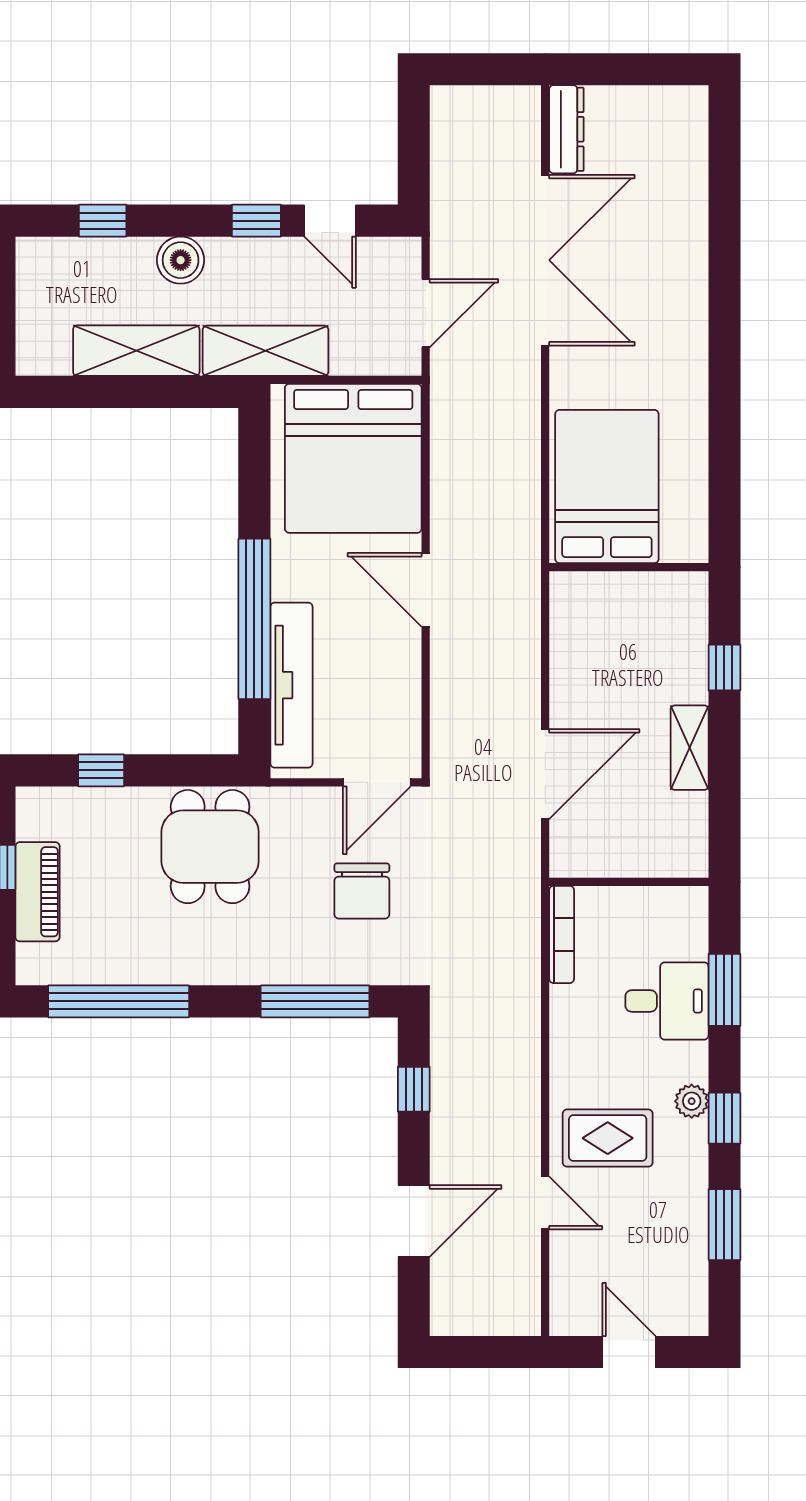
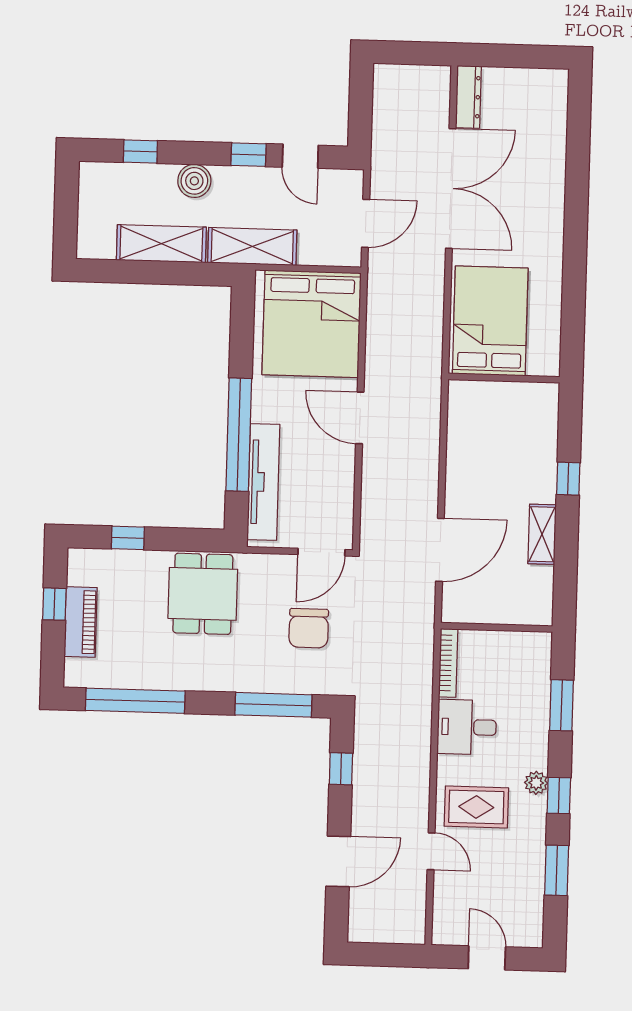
bed: (607, 487) -> (490, 321), moved
wall: (629, 567) -> (504, 378), moved
desk: (667, 1001) -> (467, 727), moved, turned 180

